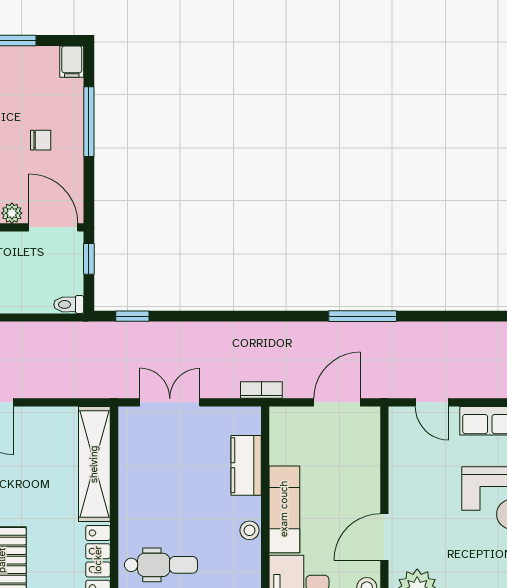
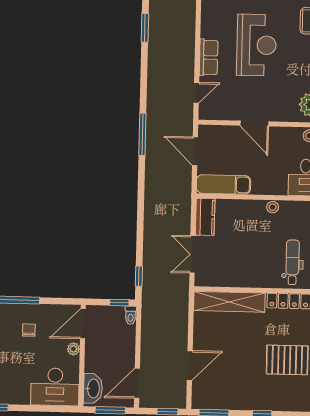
window: (89, 259) -> (119, 303), moved
bookcase: (261, 390) -> (186, 198), removed
kitchen counter: (246, 465) -> (205, 217), moved, turned -90
exam couch: (284, 509) -> (224, 184), moved
door: (384, 537) -> (254, 124), moved

